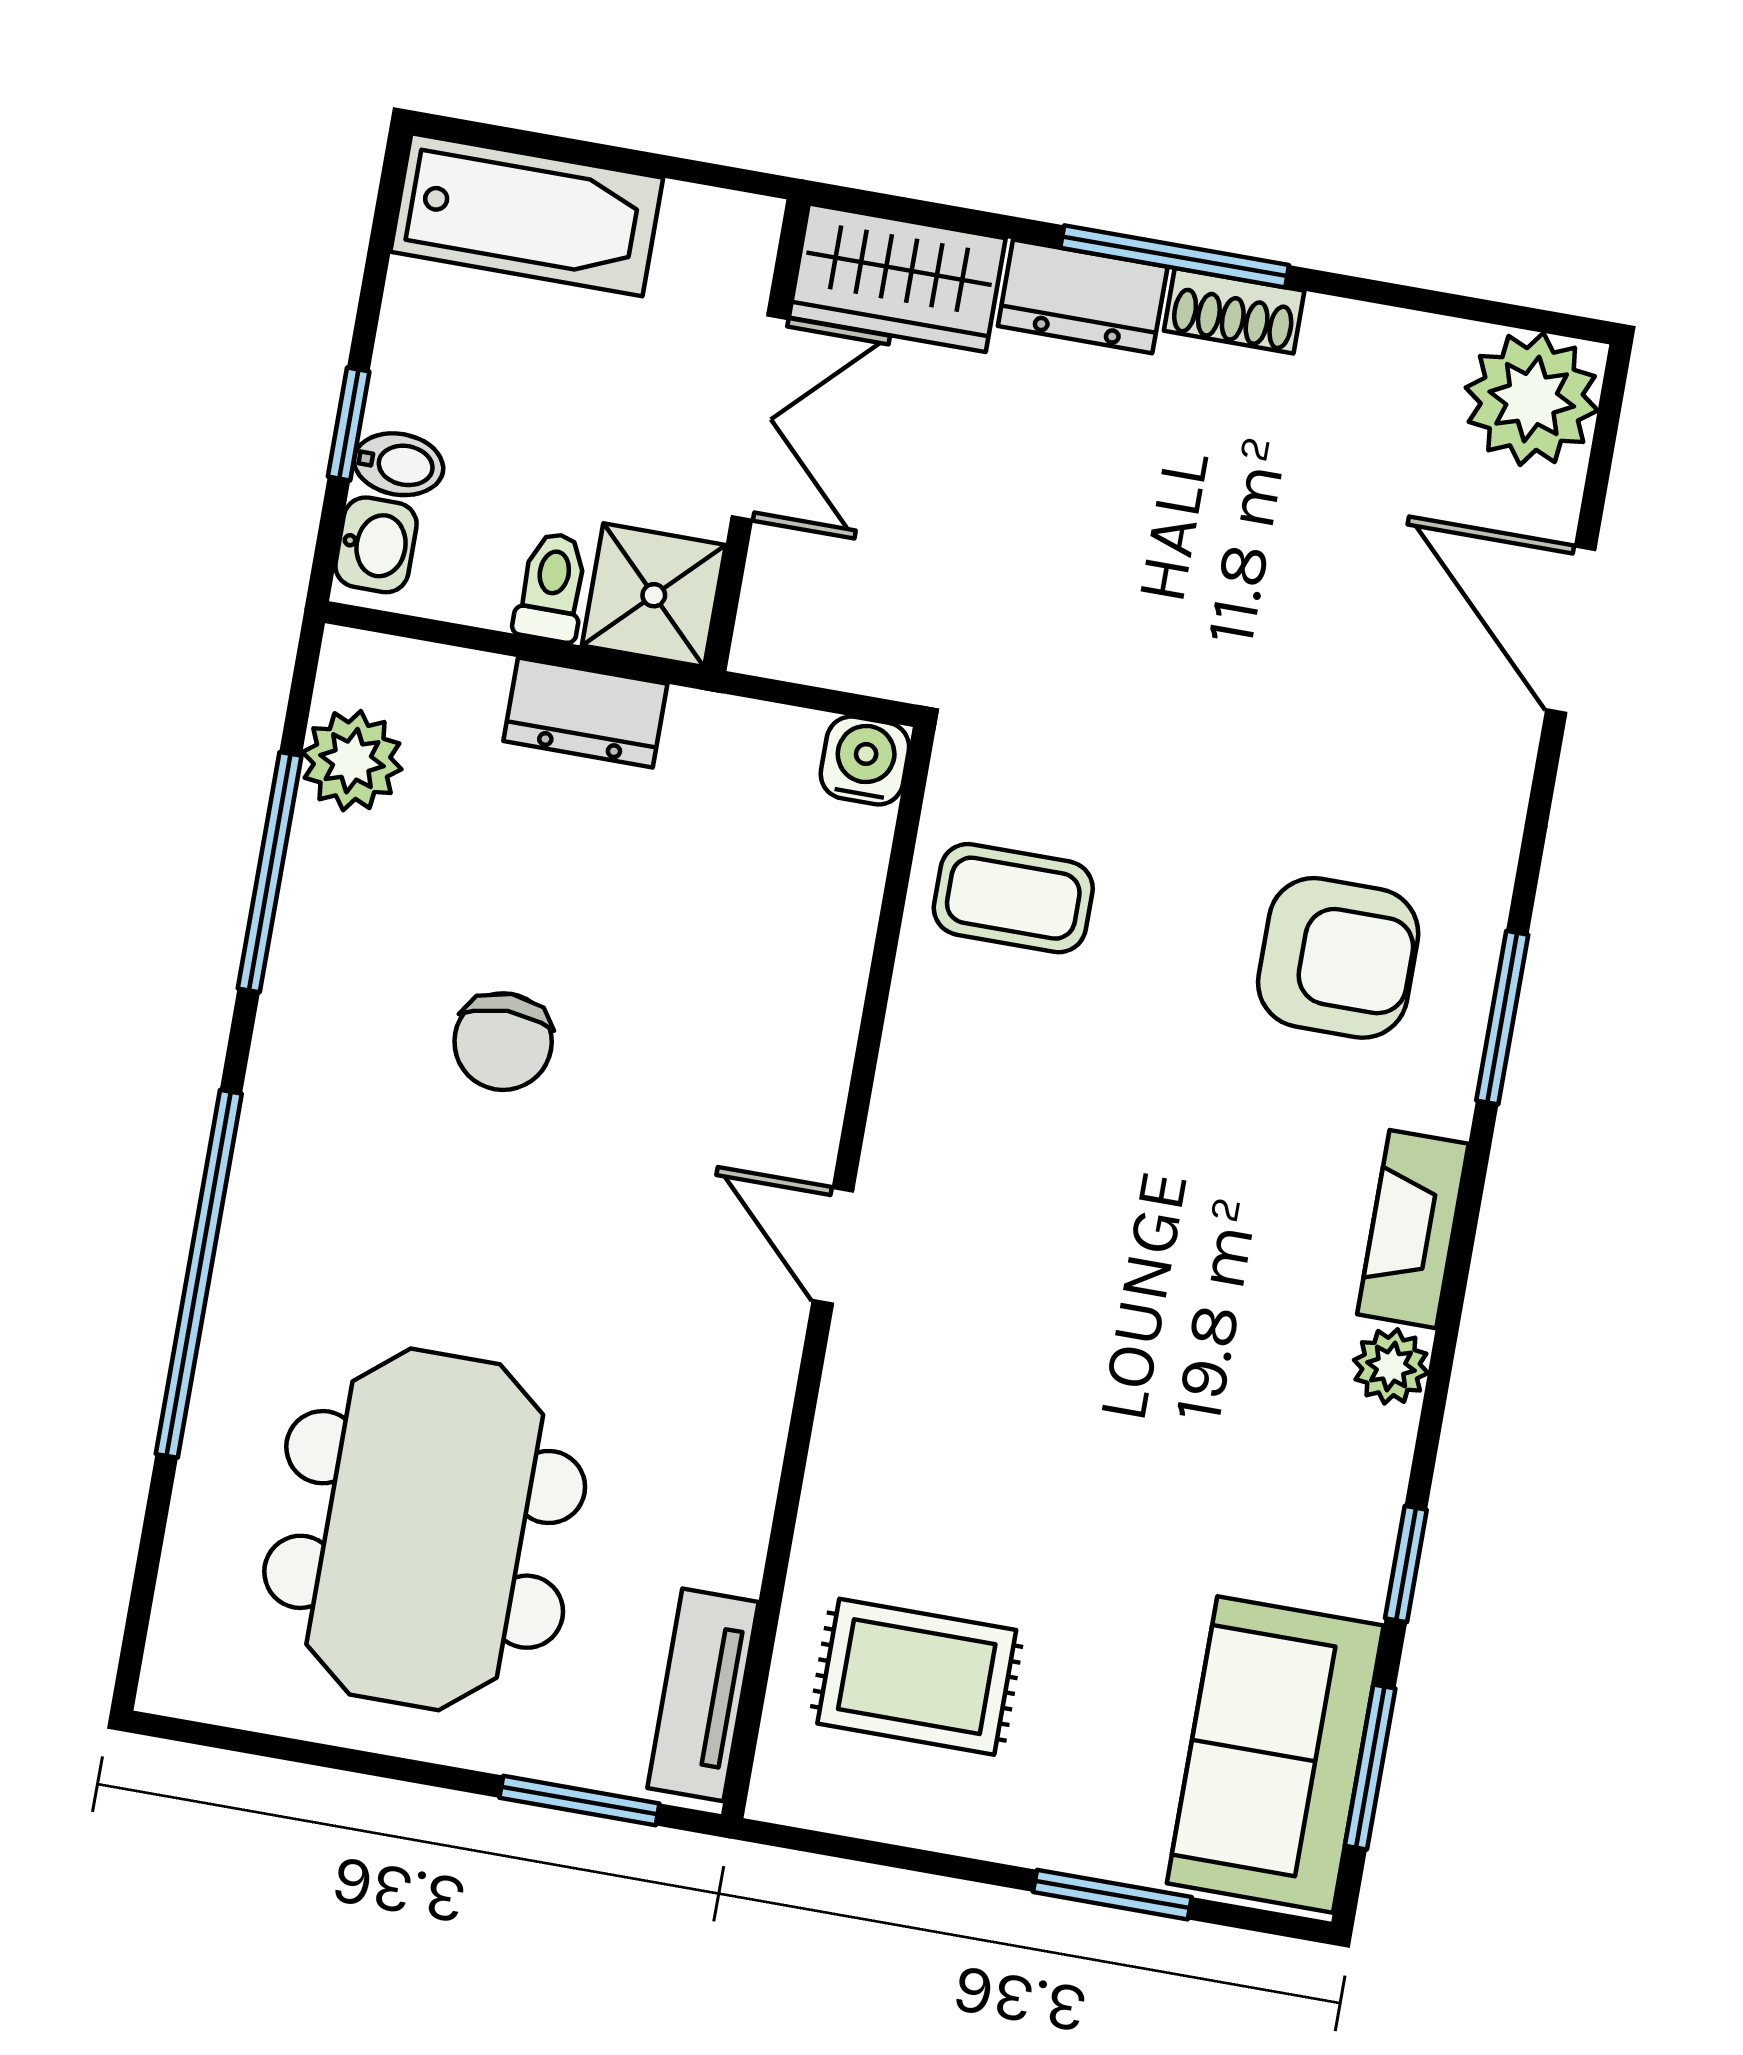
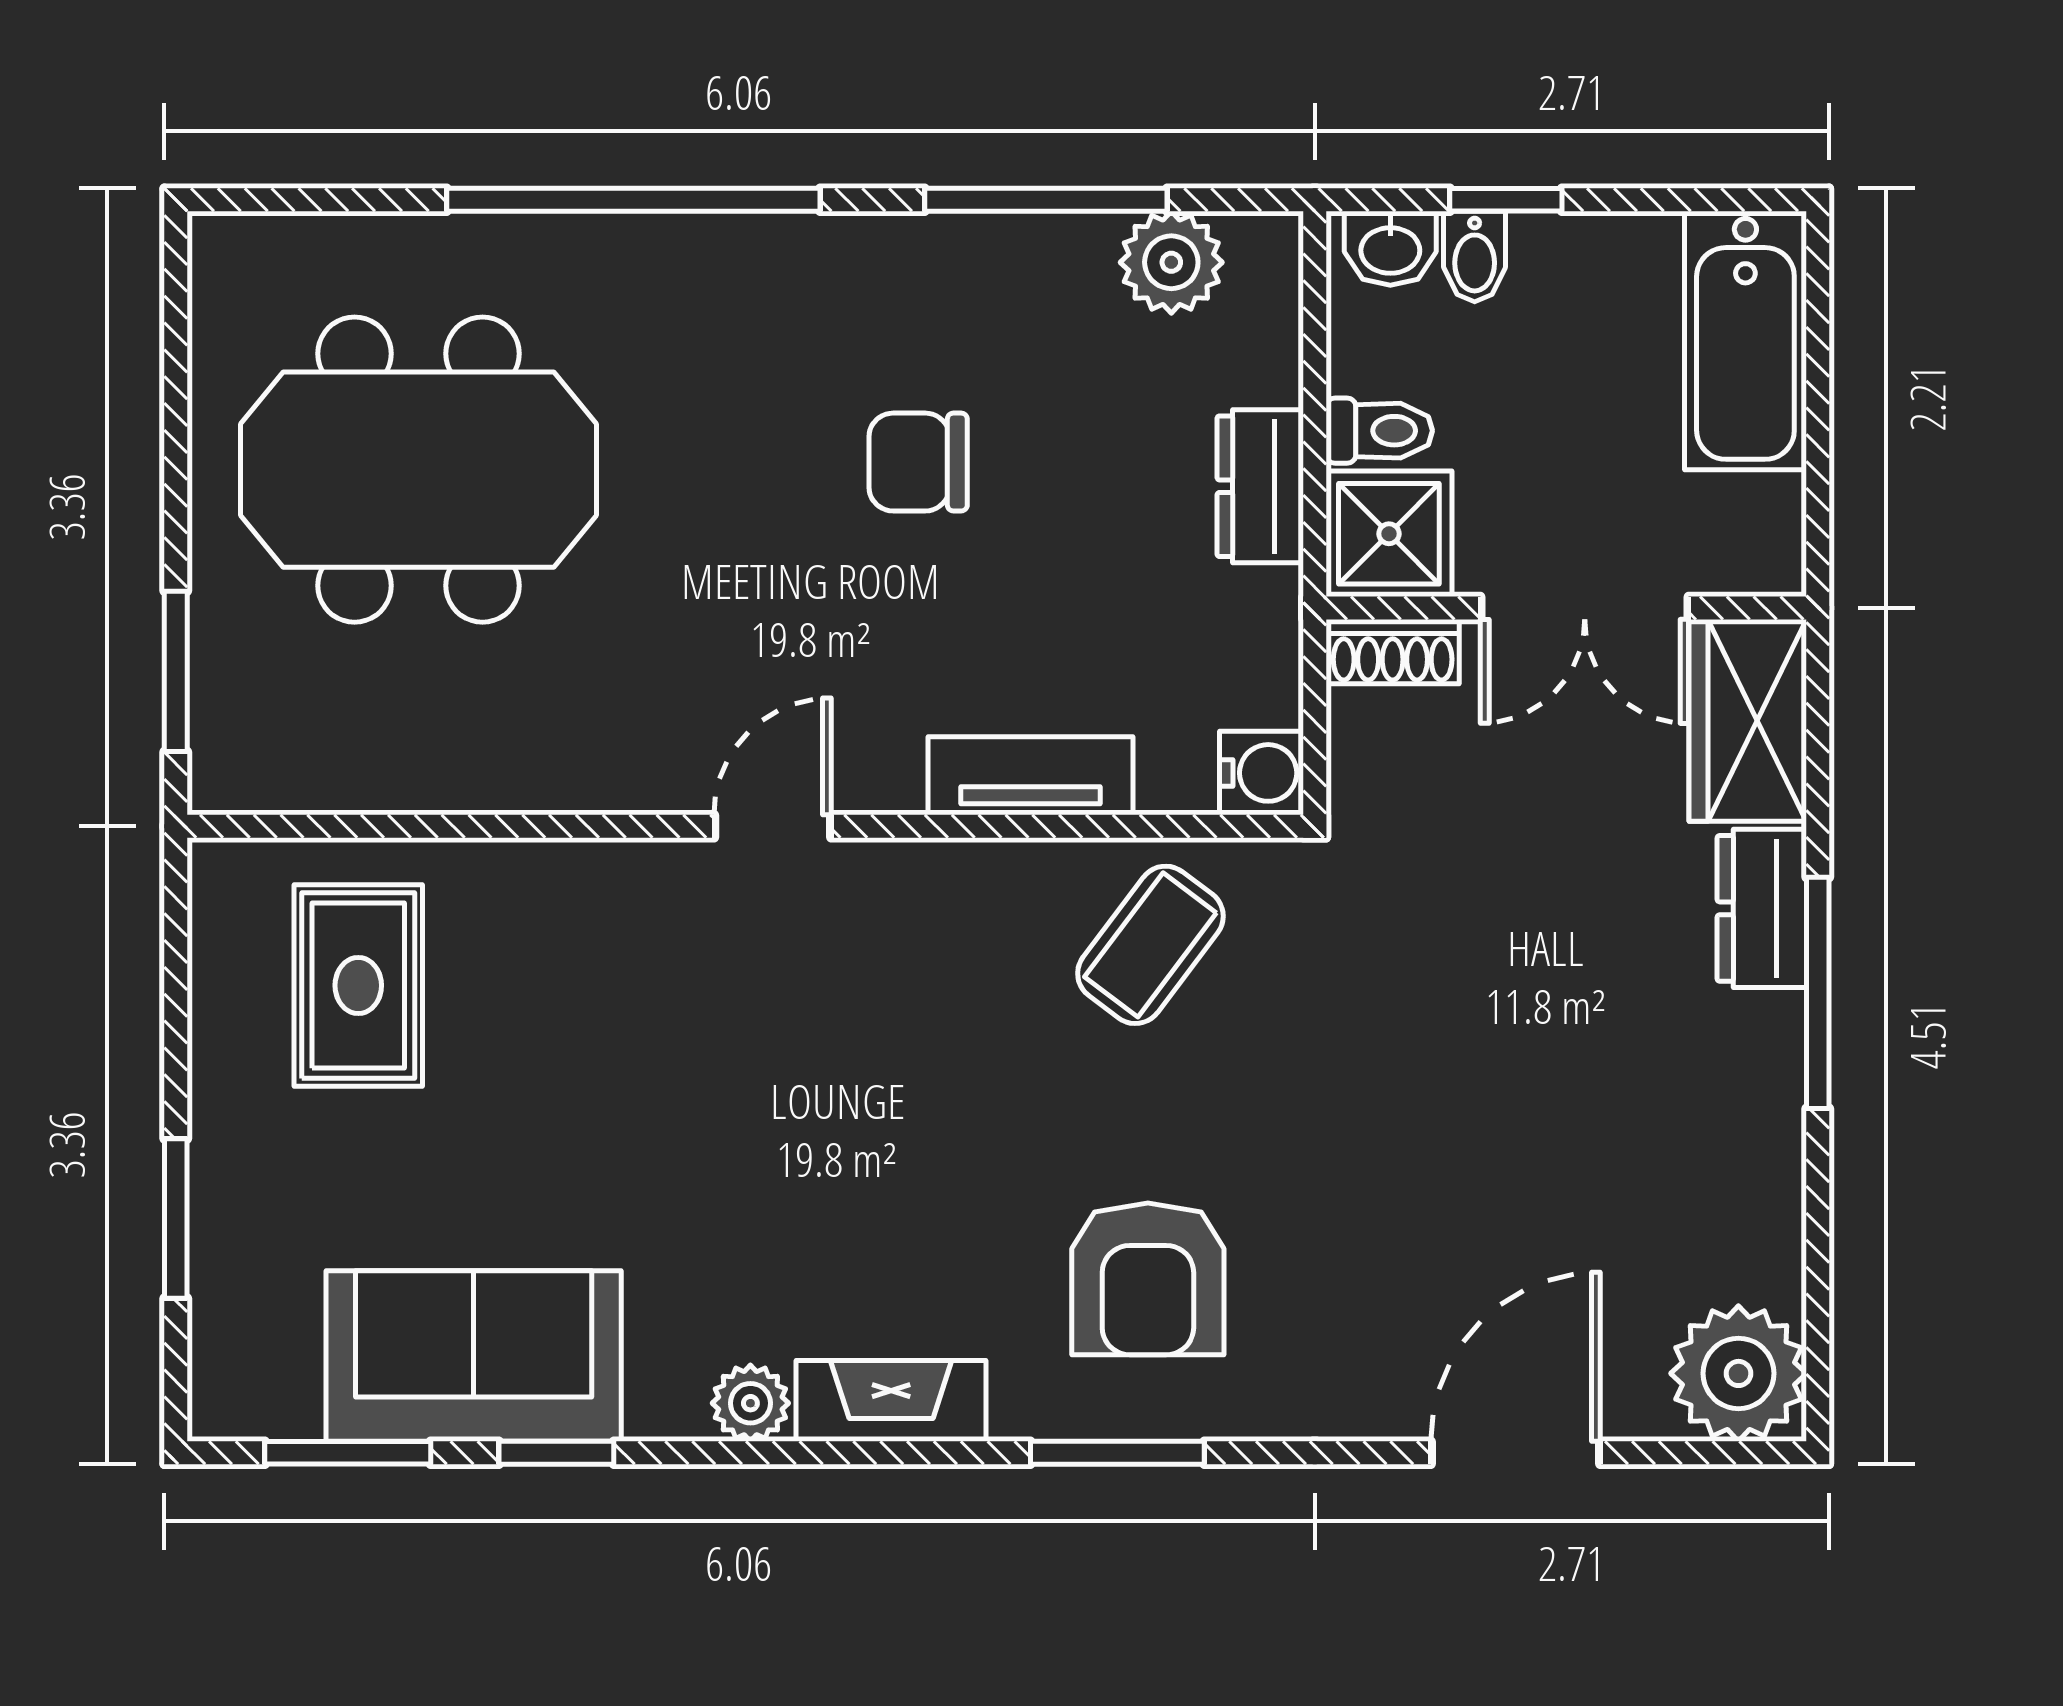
shoe rack: (1234, 311) -> (1393, 652), moved, turned -90
coffee table: (1013, 898) -> (1150, 945), turned 37
tv unit: (703, 1695) -> (1030, 776), moved
sofa: (1275, 1754) -> (474, 1356), moved

